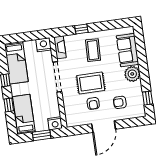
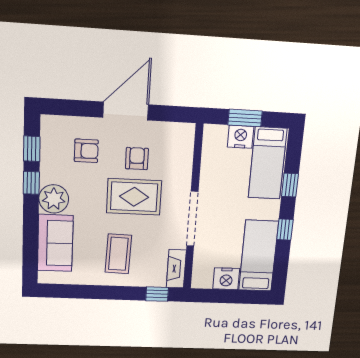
window: (81, 29) -> (157, 294), moved
nightstand: (44, 45) -> (226, 279), moved
window: (145, 80) -> (31, 183), added
nightstand: (55, 123) -> (241, 137), moved

